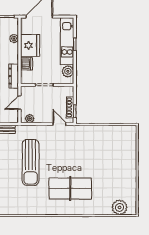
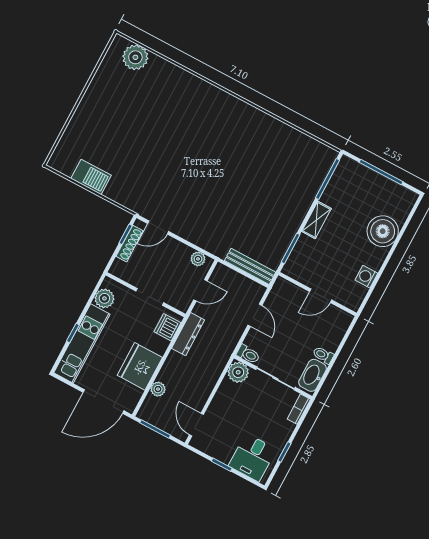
dishwasher: (26, 64) -> (167, 327), moved
door: (59, 124) -> (158, 228), hinge flipped
barbecue: (109, 132) -> (91, 177), added
sun lounger: (31, 162) -> (231, 194), removed
table tennis table: (70, 189) -> (193, 124), removed

